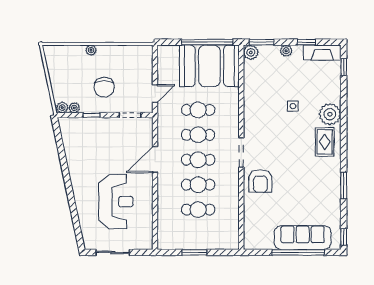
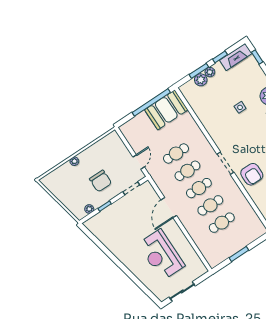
window: (262, 42) -> (199, 71), moved
plant: (251, 52) -> (201, 80), moved
booth: (209, 66) -> (166, 110), width x0.73, depth x0.70
plant: (62, 108) -> (81, 214), removed
reception desk: (116, 202) -> (161, 255), turned 180

